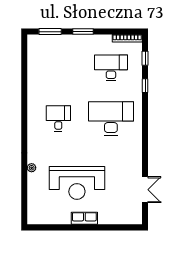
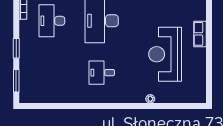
reception desk: (77, 183) -> (165, 54), turned 180
row of seats: (84, 218) -> (200, 34), moved

